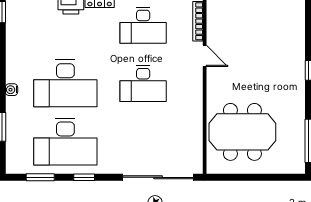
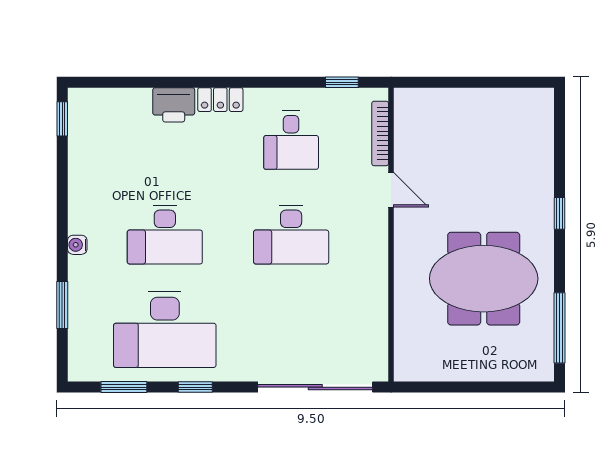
desk: (143, 25) -> (291, 140), width x0.73
desk: (65, 83) -> (165, 235), width x0.73, depth x0.77
meeting table: (242, 132) -> (484, 279), moved

